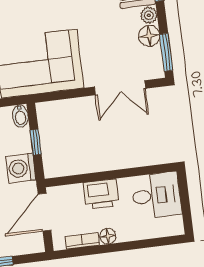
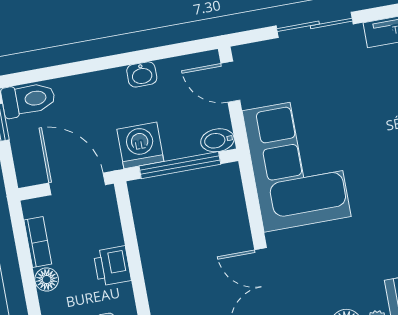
window: (36, 142) -> (180, 165), width x2.17
printer: (101, 194) -> (112, 266), width x0.73, depth x0.81

